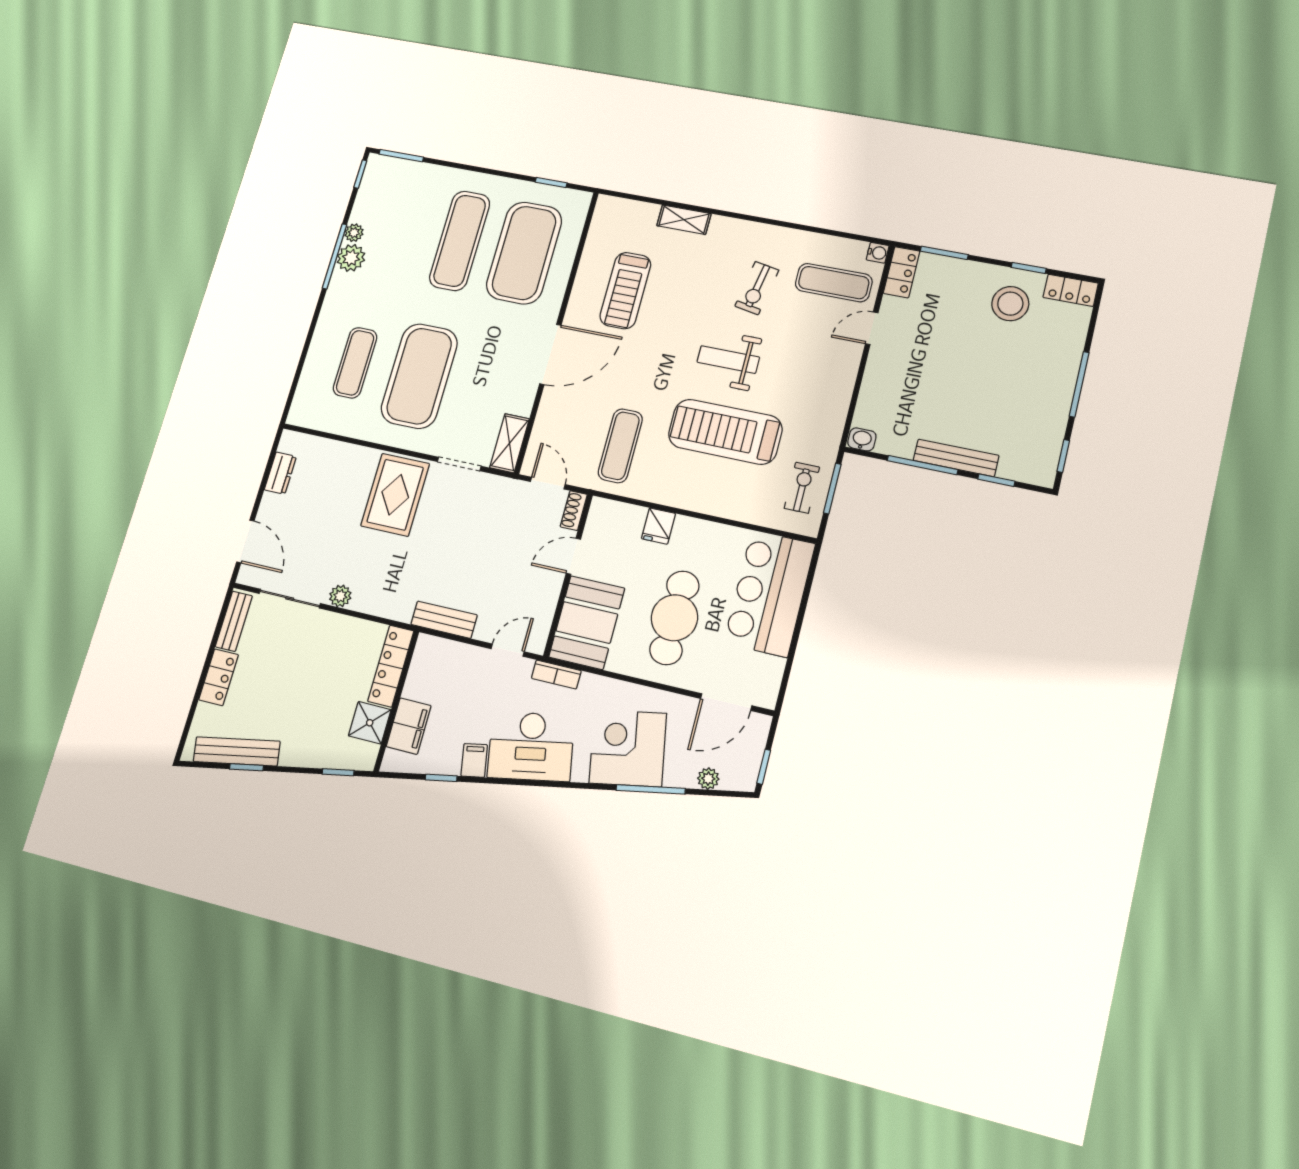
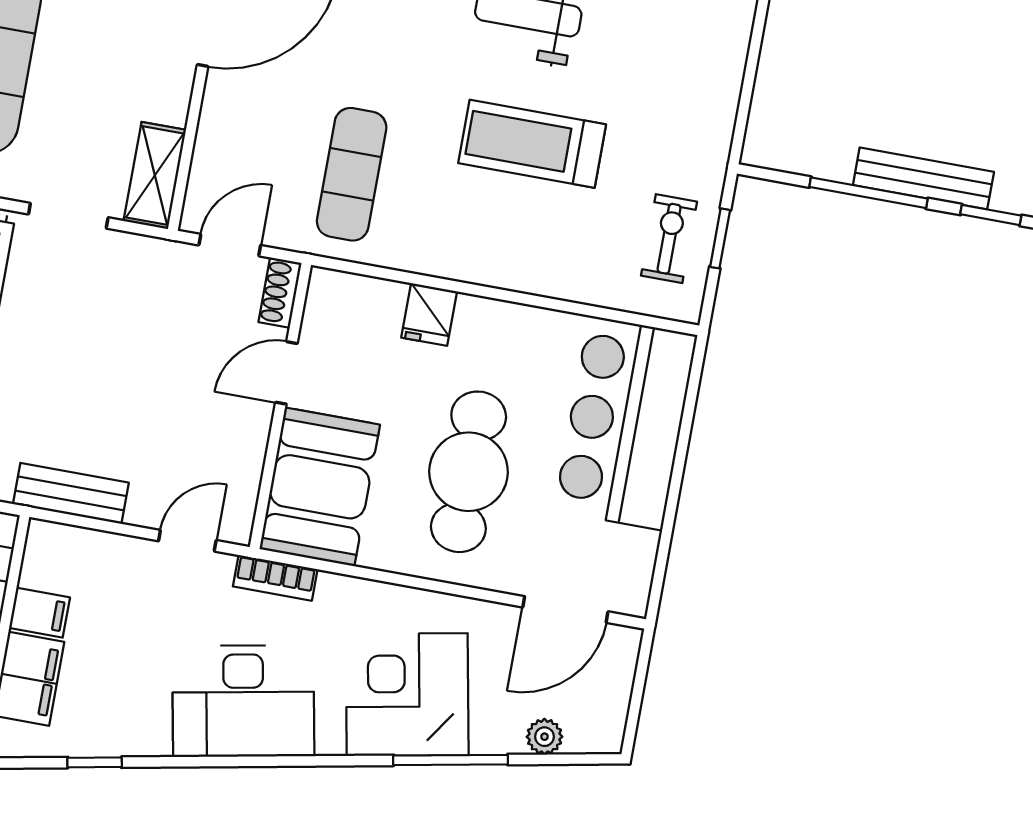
treadmill: (725, 432) -> (532, 144), width x0.73, depth x0.73
washbasin: (862, 439) -> (765, 151), removed
door: (548, 483) -> (230, 245), hinge flipped
window: (832, 489) -> (720, 238), width x0.67
filing cabinet: (474, 760) -> (40, 613), moved, turned 101
window: (764, 767) -> (634, 712), removed

